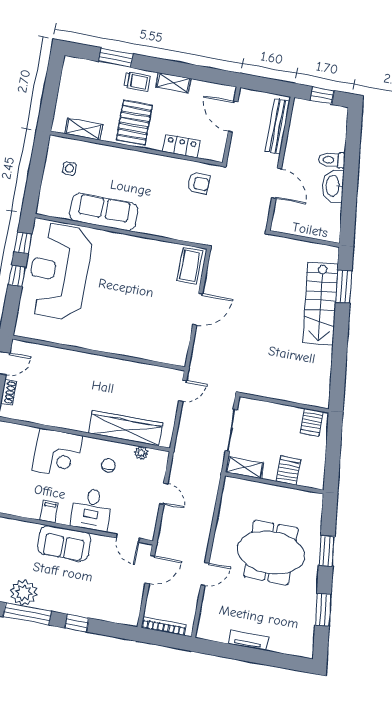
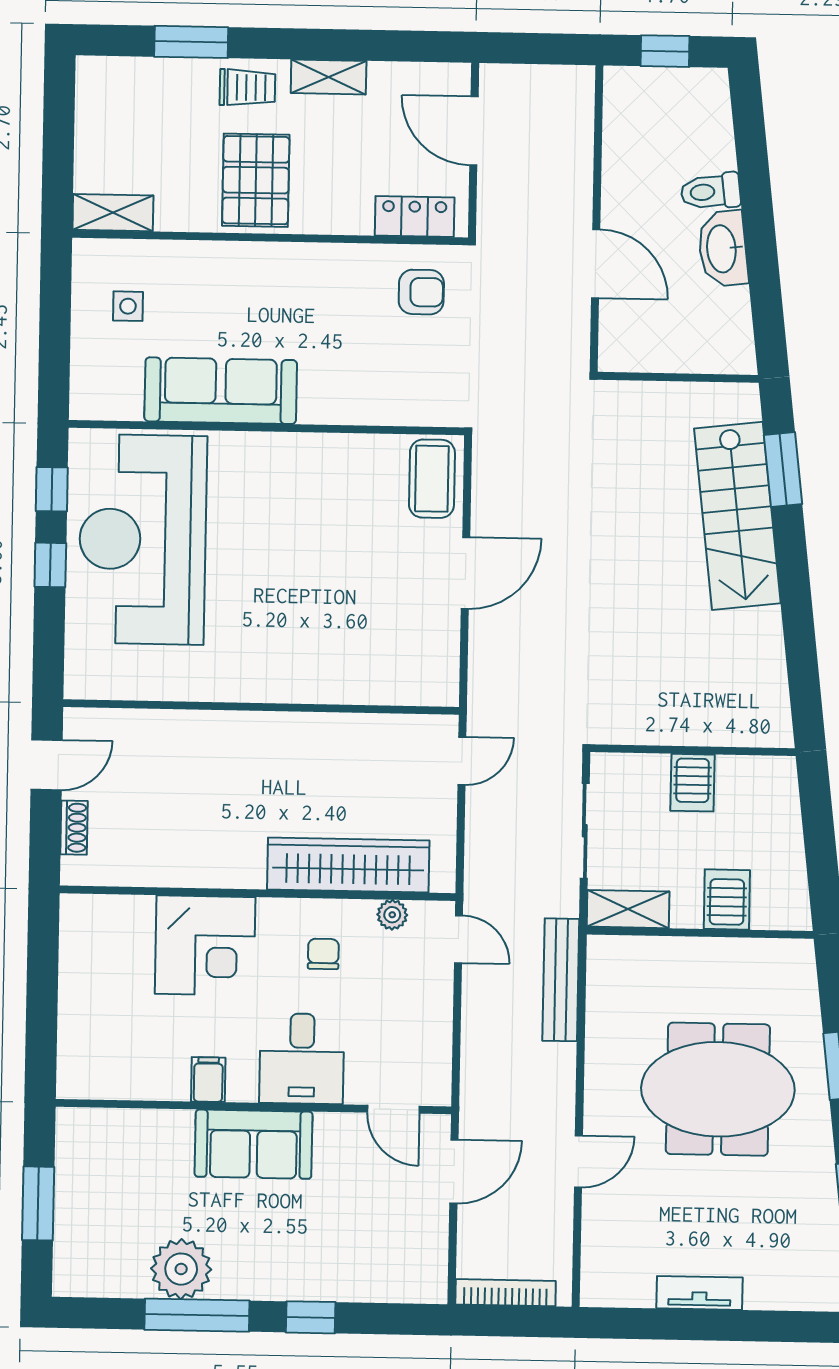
bench: (278, 126) -> (561, 980), moved
shelving: (84, 129) -> (113, 213), moved
locker: (181, 146) -> (415, 217), moved
server rack: (312, 422) -> (692, 783), moved
door: (164, 494) -> (458, 939), moved

